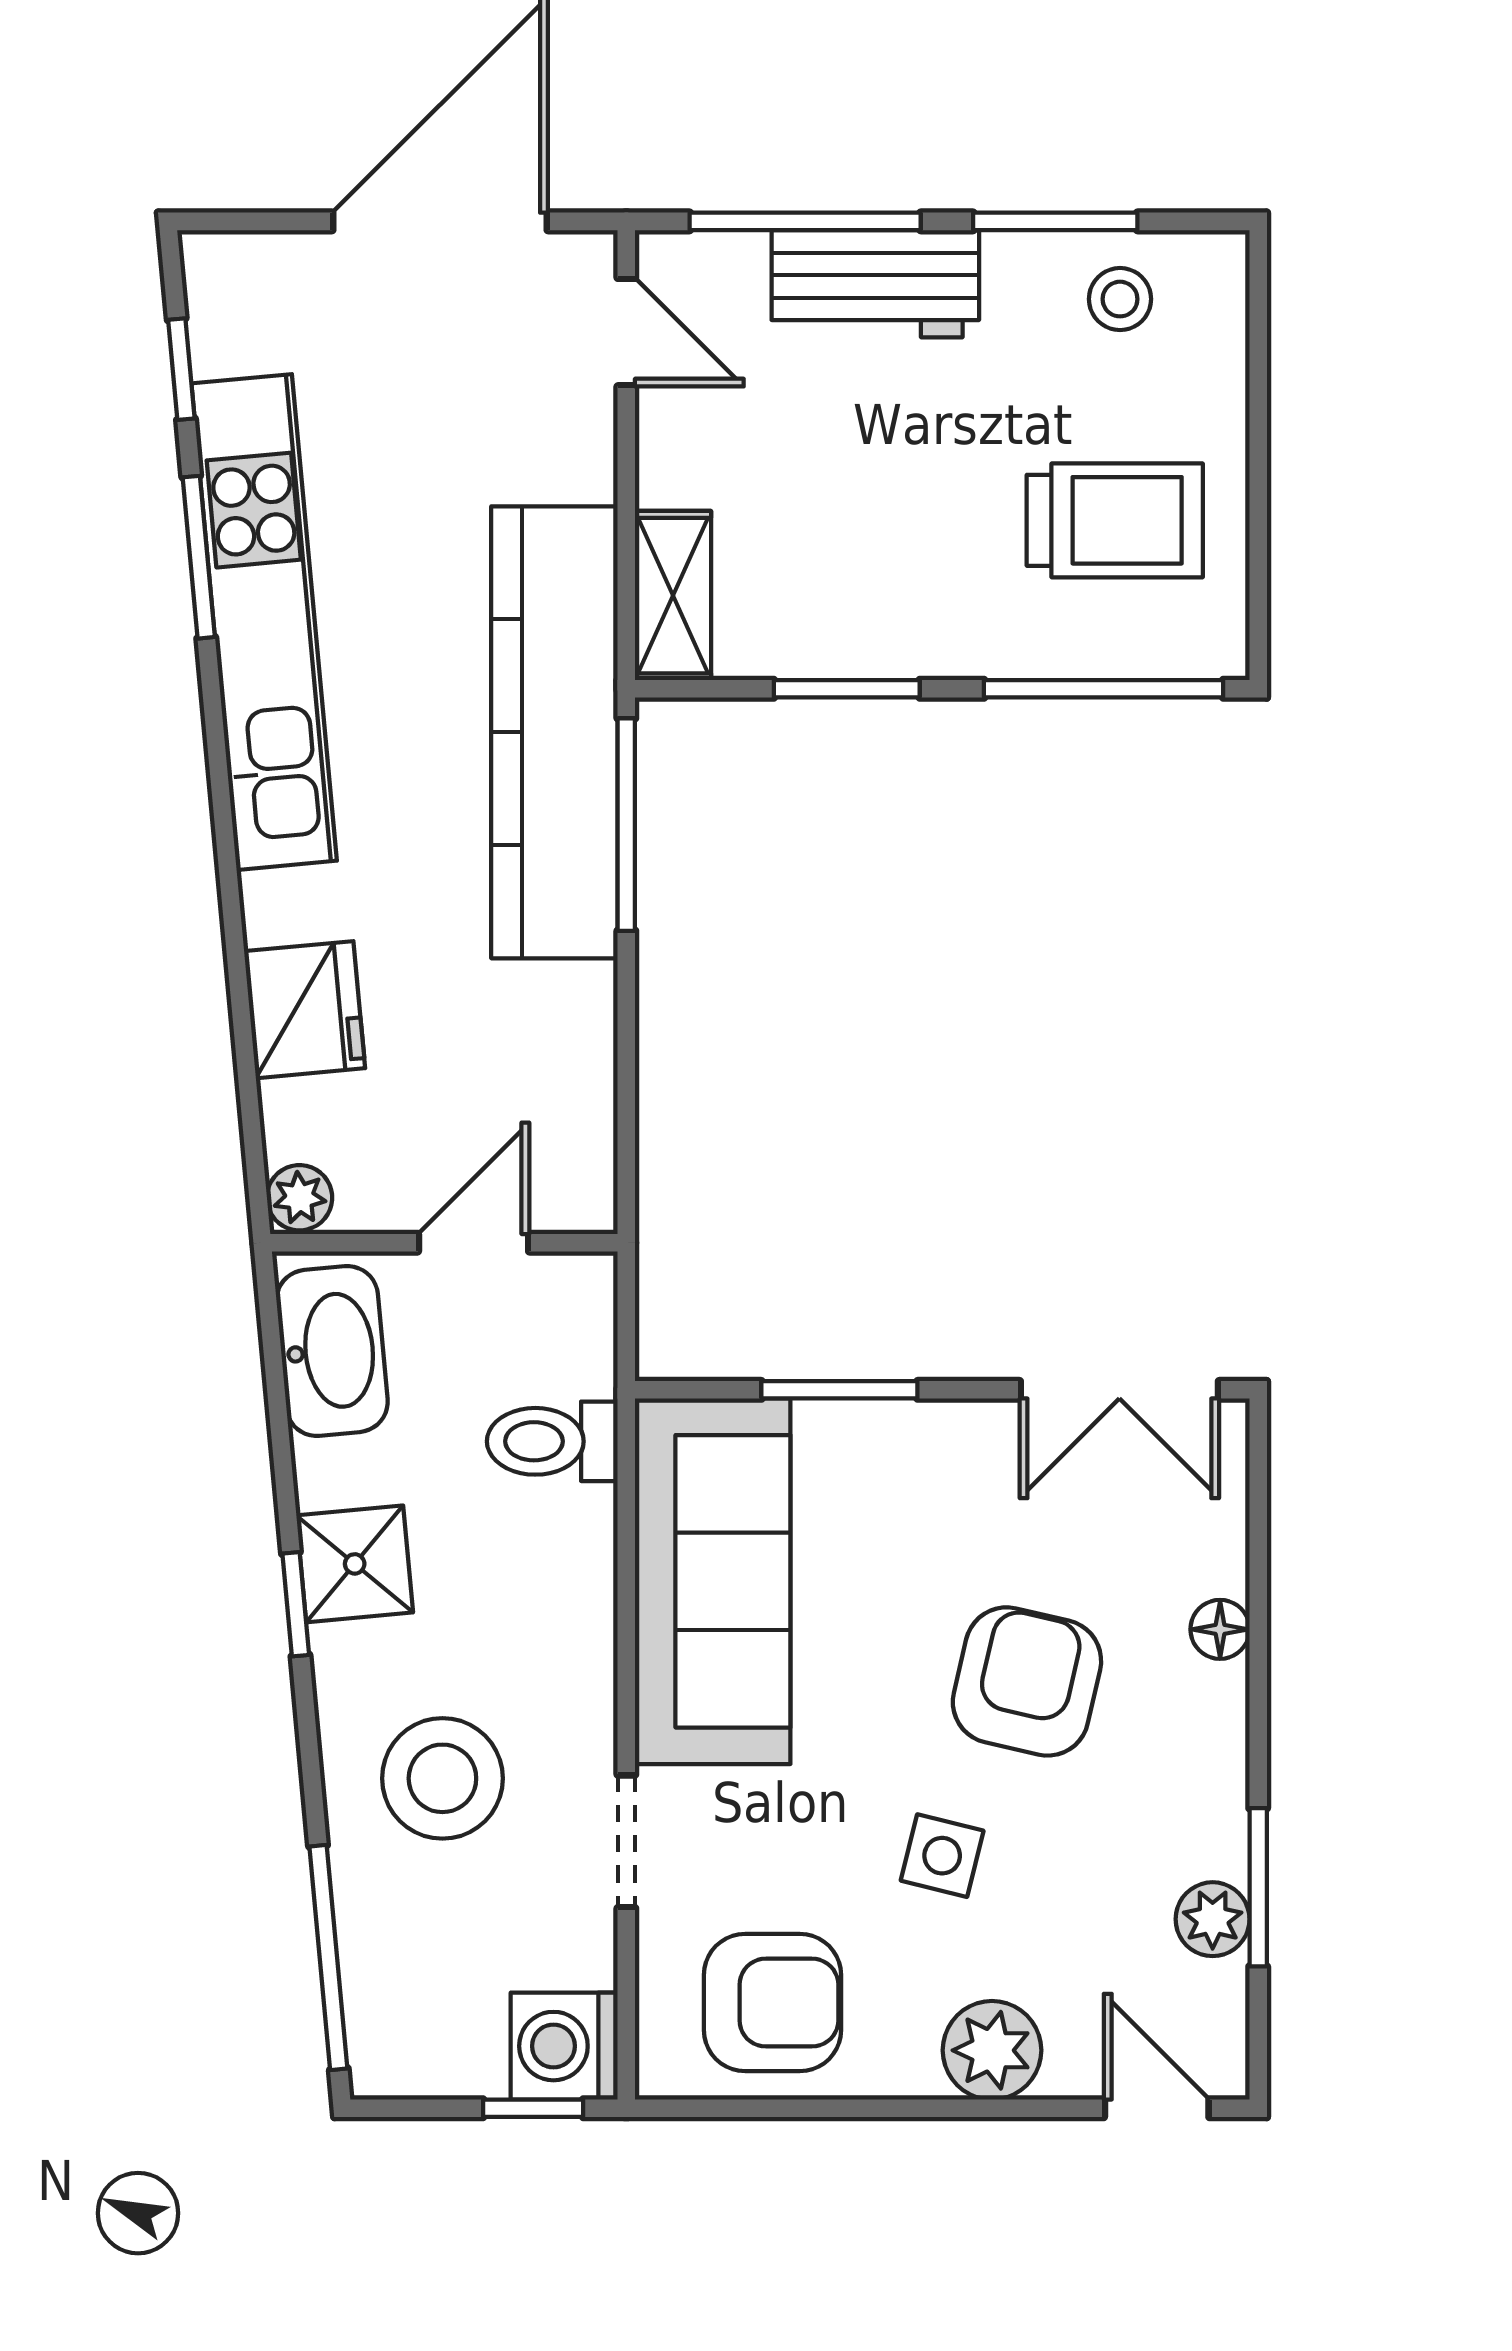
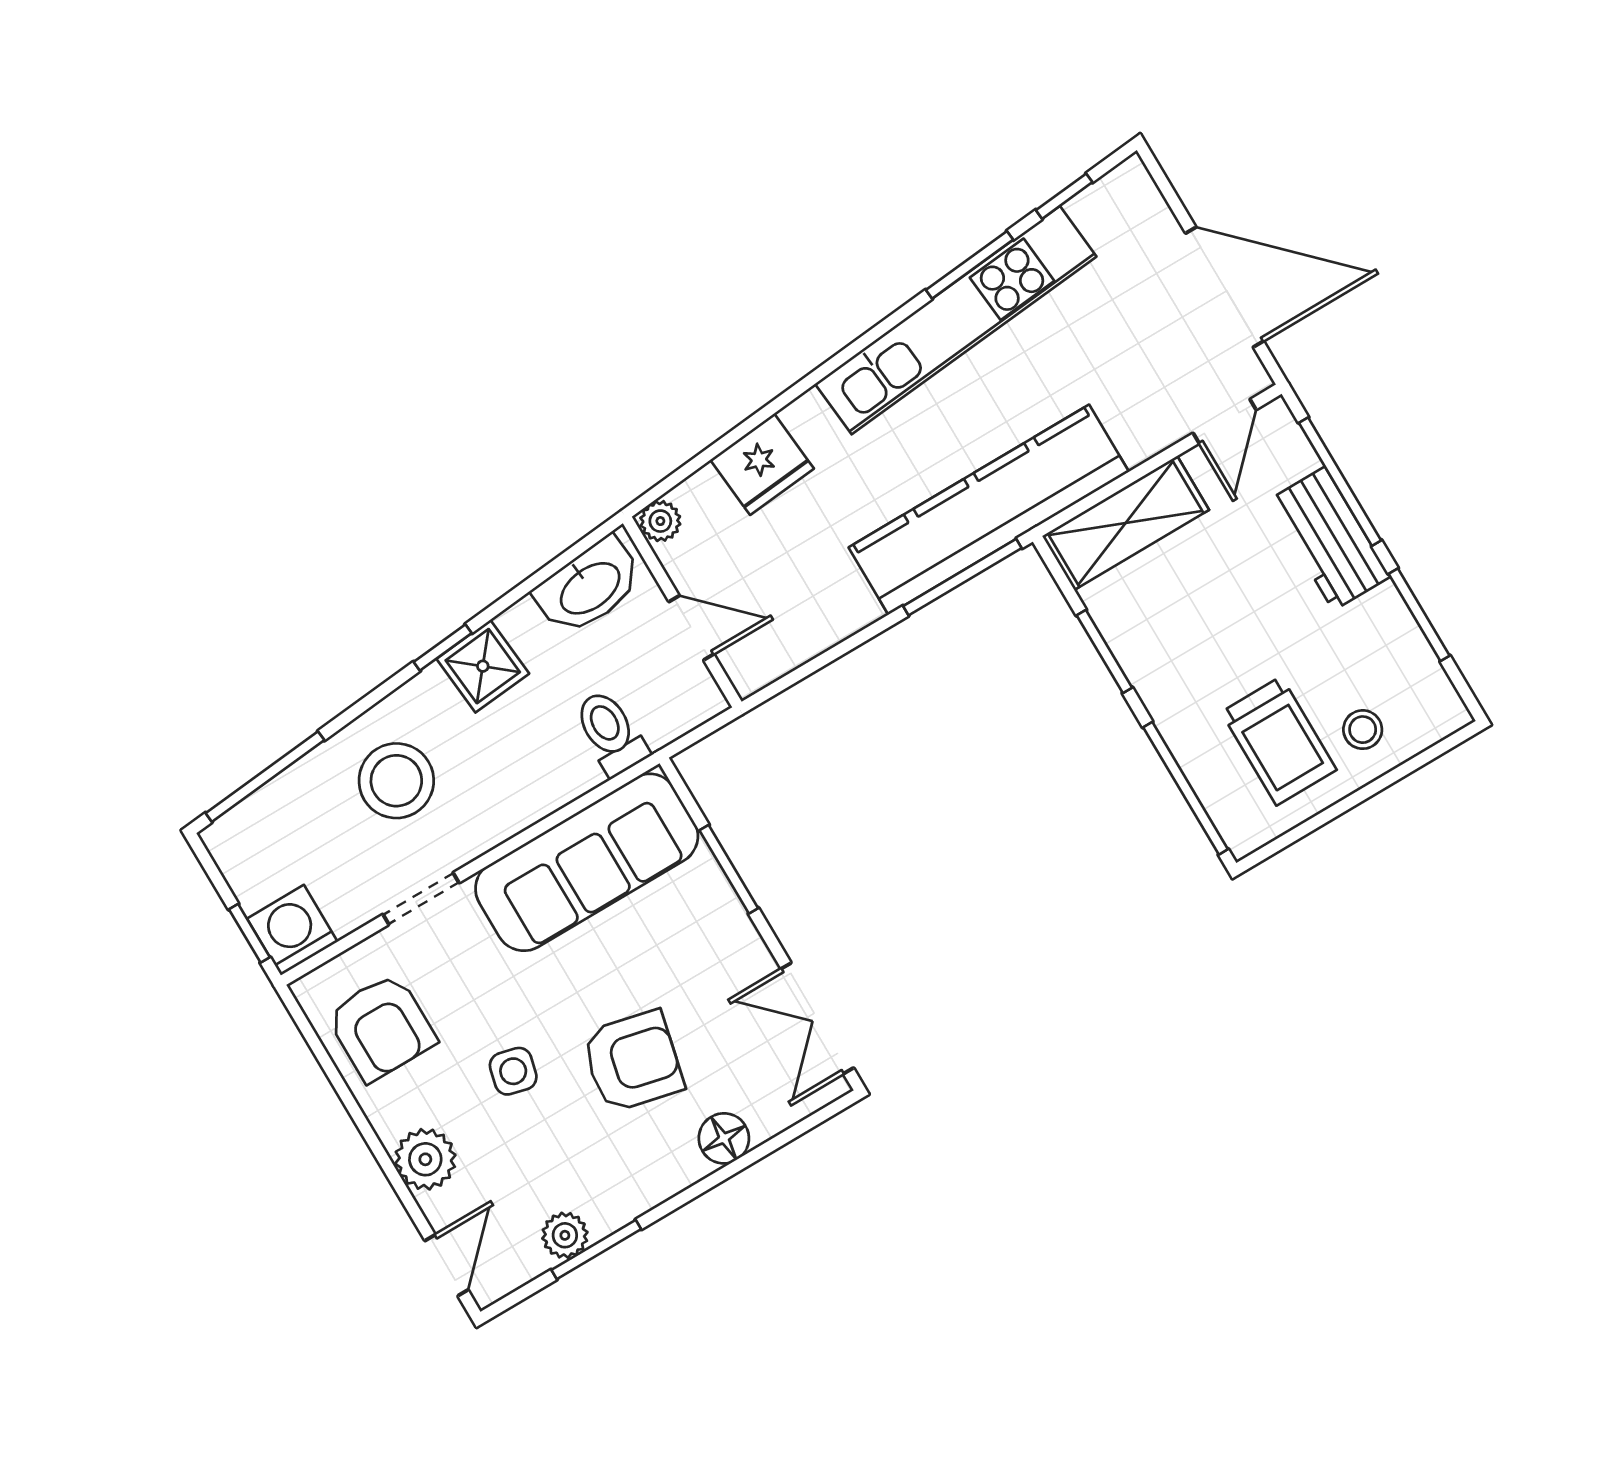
stool: (1120, 299) -> (1363, 730), moved
shelving: (673, 596) -> (1126, 523), width x1.50, depth x1.33
floor lamp: (1220, 1629) -> (724, 1138), width x1.37, depth x1.37

